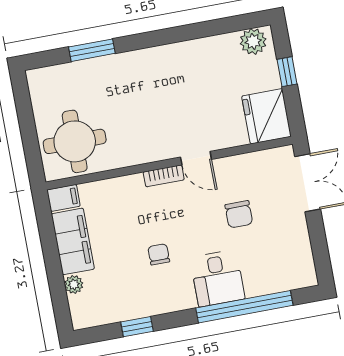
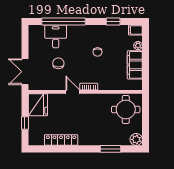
plant: (253, 41) -> (136, 139), moved
locker: (202, 50) -> (61, 140), added
filing cabinet: (64, 198) -> (135, 30), moved
desk: (217, 278) -> (56, 36), moved

